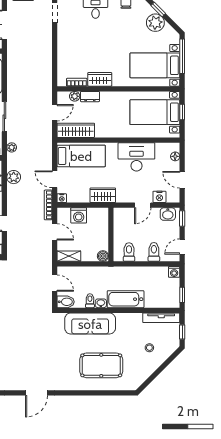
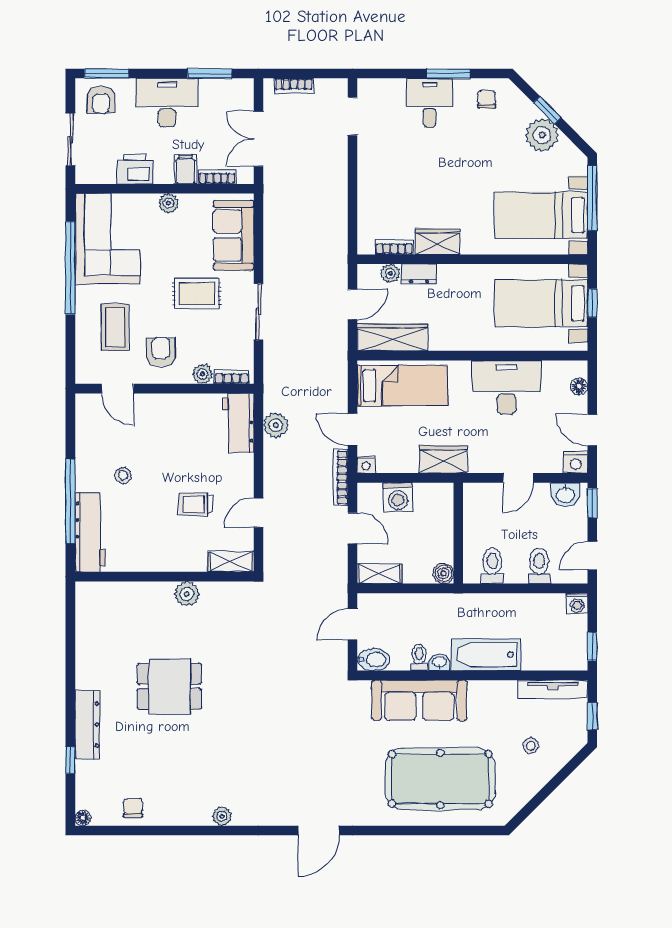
plant: (12, 147) -> (272, 369), removed
nightstand: (159, 197) -> (576, 462), moved
door: (55, 283) -> (352, 624), swing flipped
pool table: (101, 365) -> (440, 779), width x1.36, depth x1.32

